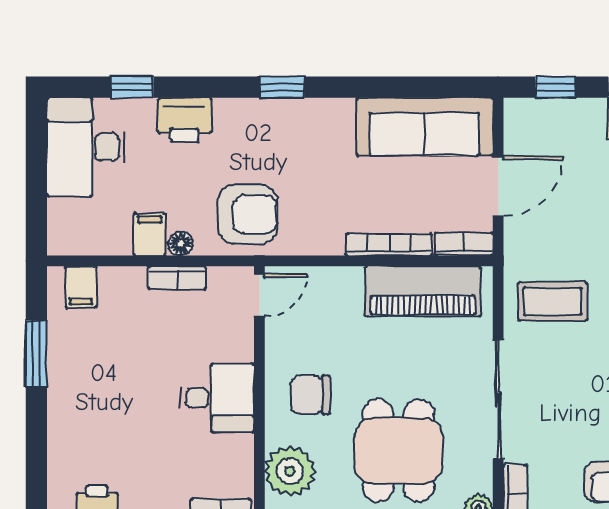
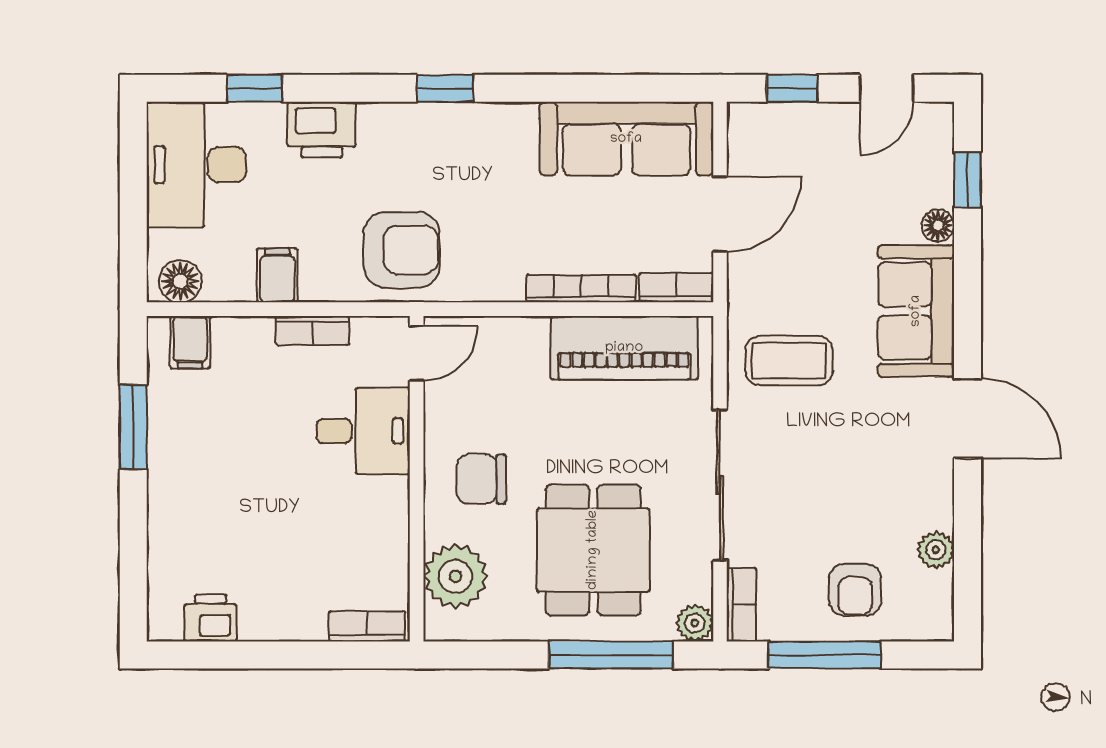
floor lamp: (181, 243) -> (180, 281), moved, width x1.37, depth x1.37
desk: (217, 398) -> (363, 431), moved

